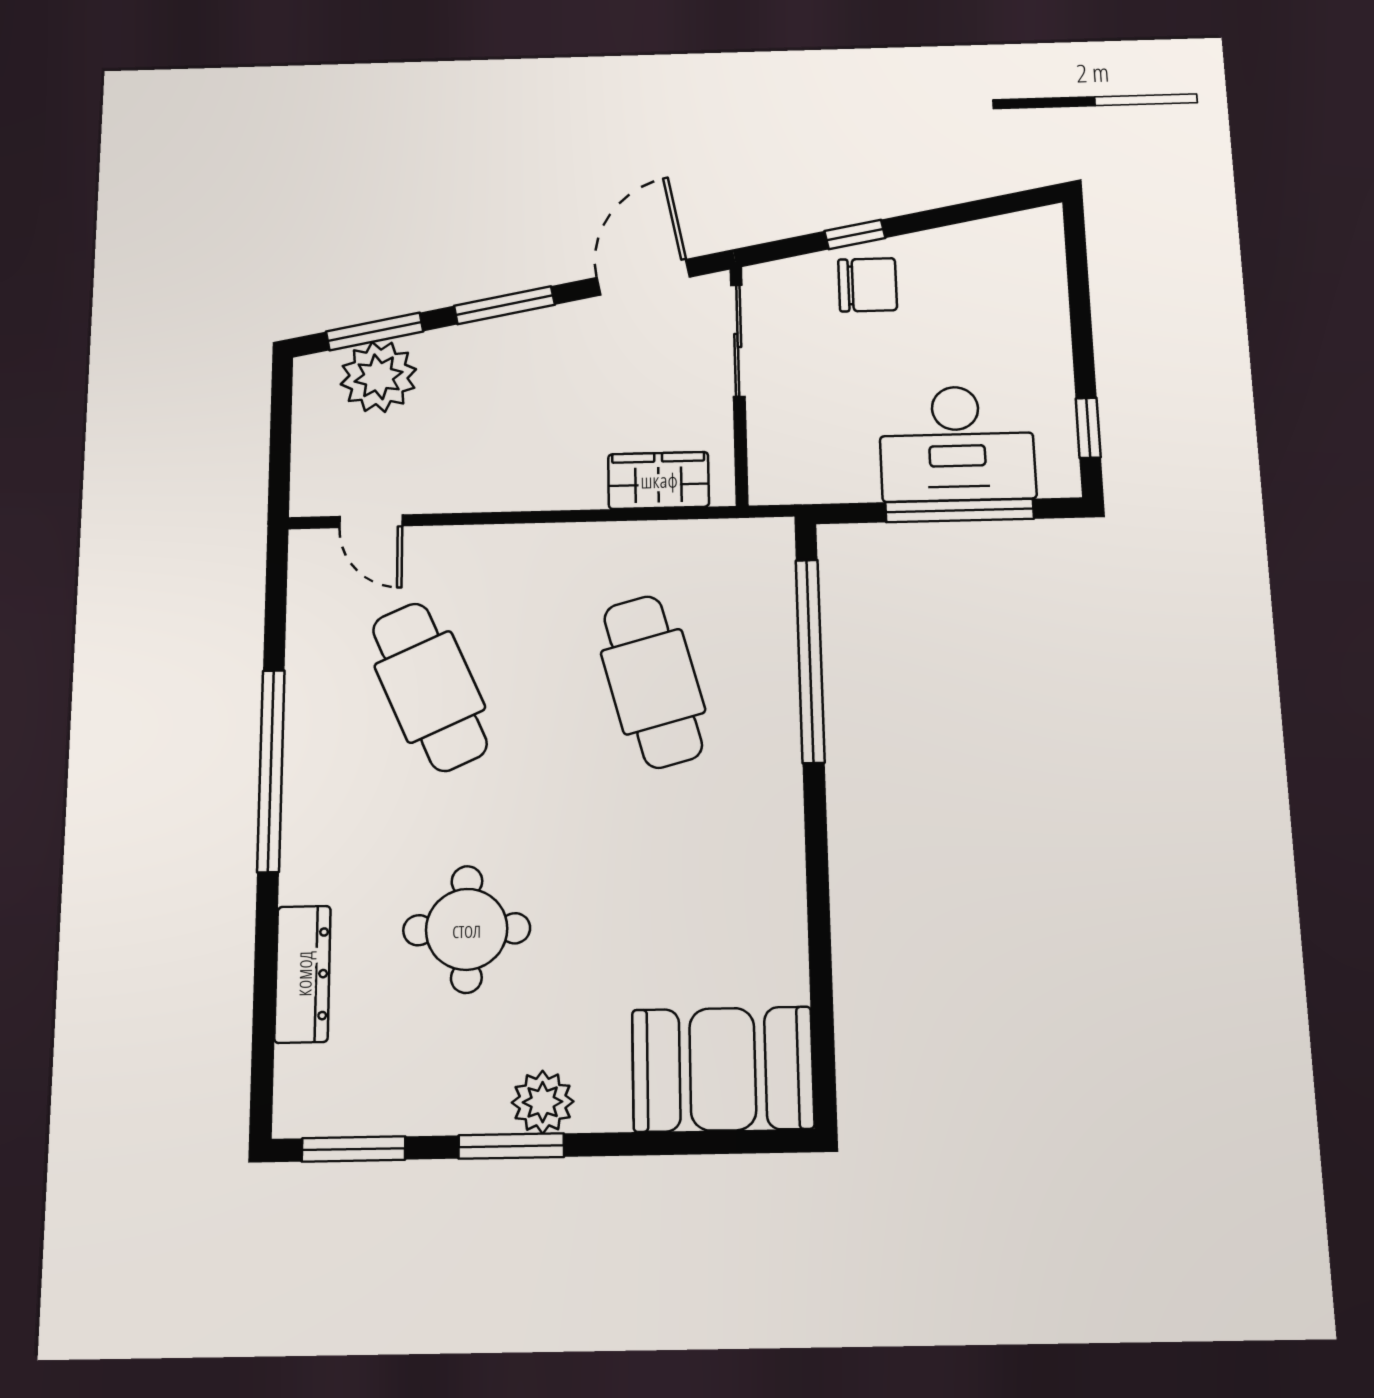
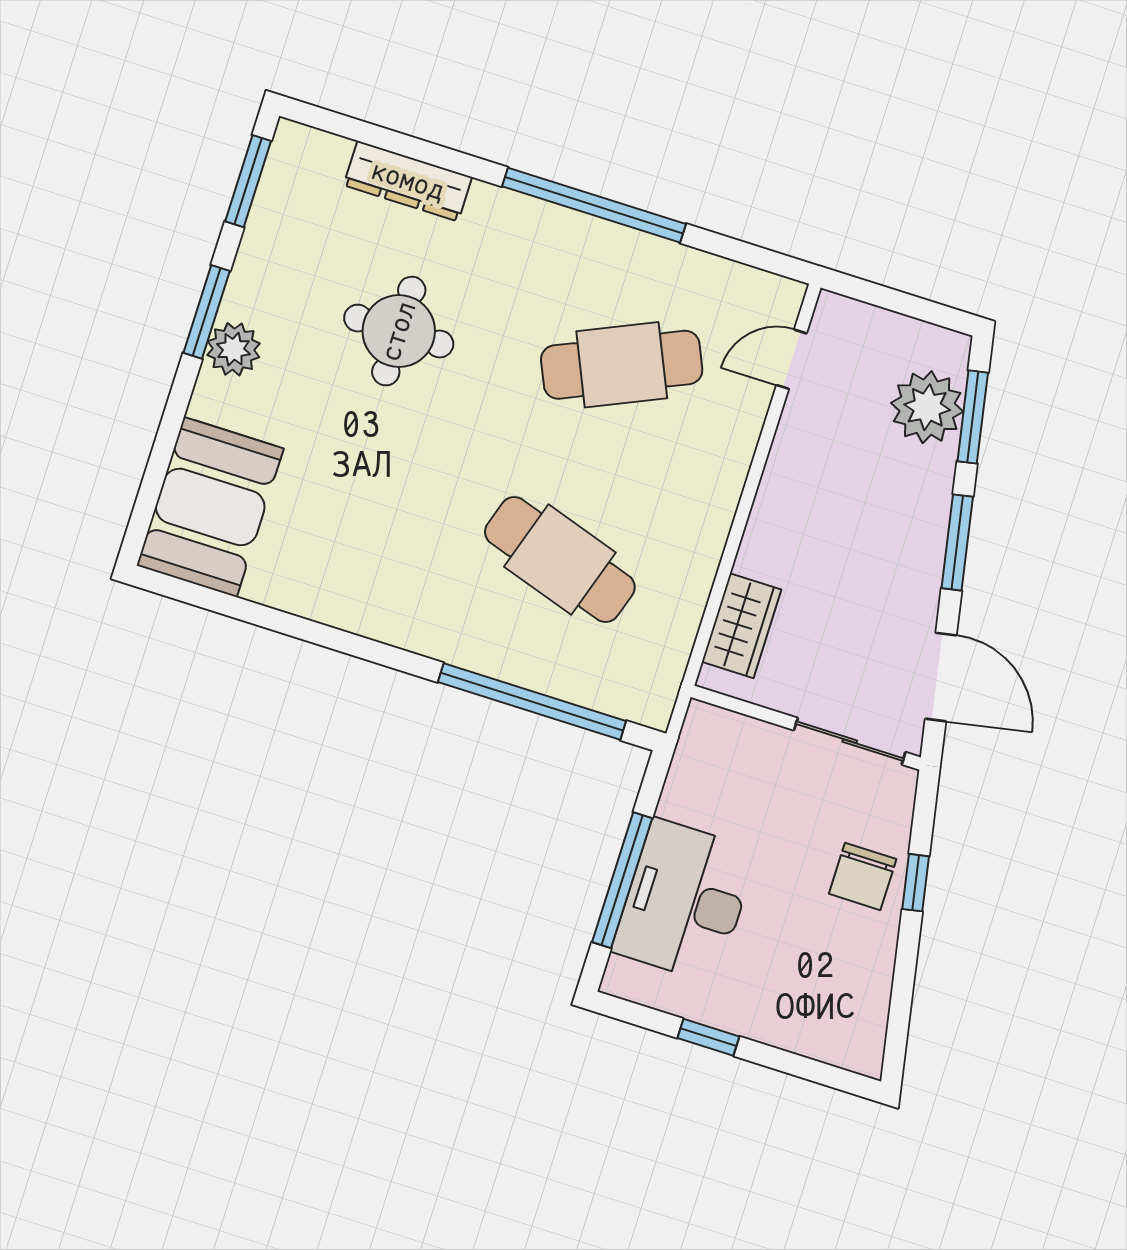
window: (1088, 428) -> (708, 1037), moved
cafe table: (653, 682) -> (560, 560), turned 33

